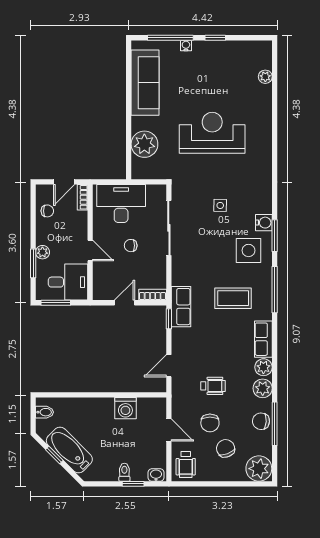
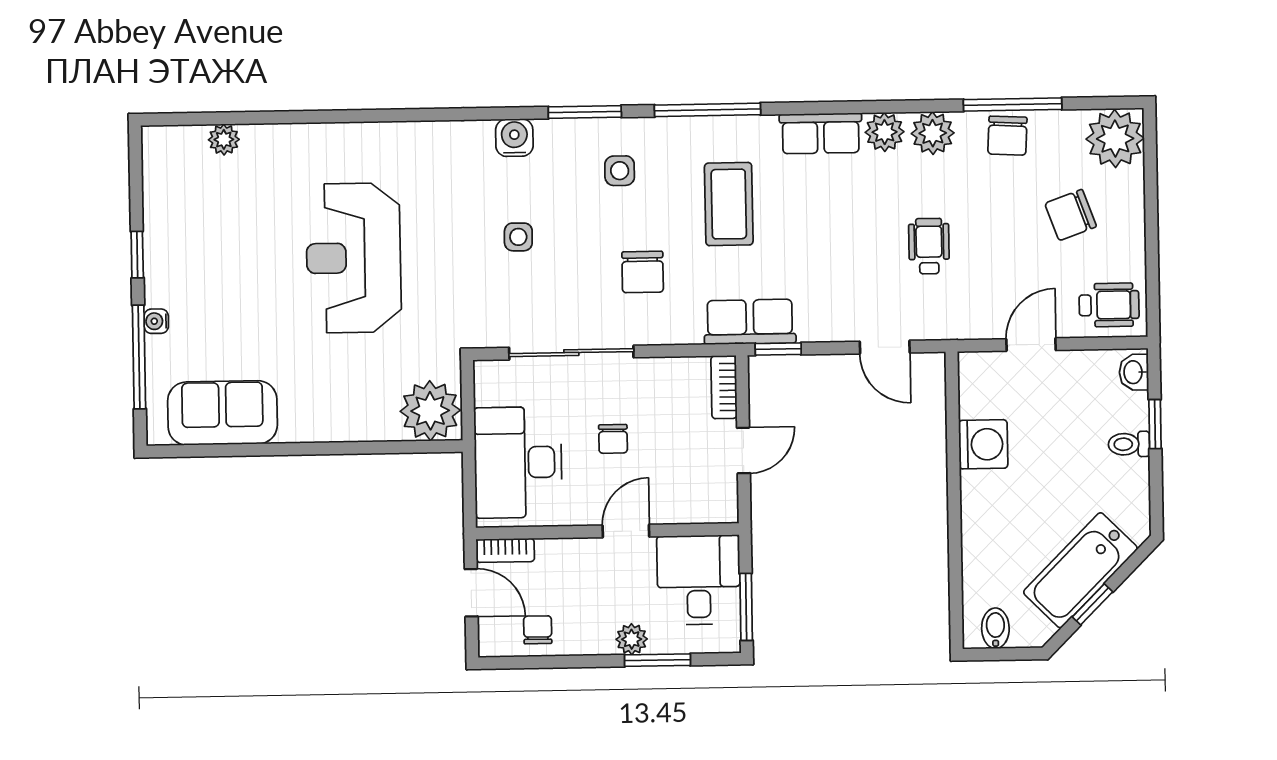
sofa: (145, 83) -> (222, 413), width x0.73
plant: (144, 144) -> (430, 411), moved
water cooler: (264, 223) -> (514, 138), moved
side table: (249, 250) -> (620, 171), width x0.54, depth x0.54
door: (125, 303) -> (743, 451), swing flipped
chair: (210, 423) -> (643, 272), moved, turned 90

